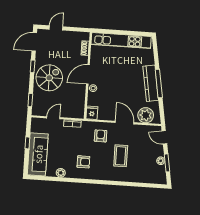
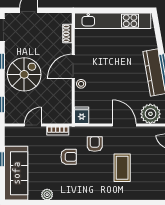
armchair: (83, 162) -> (69, 157), moved

